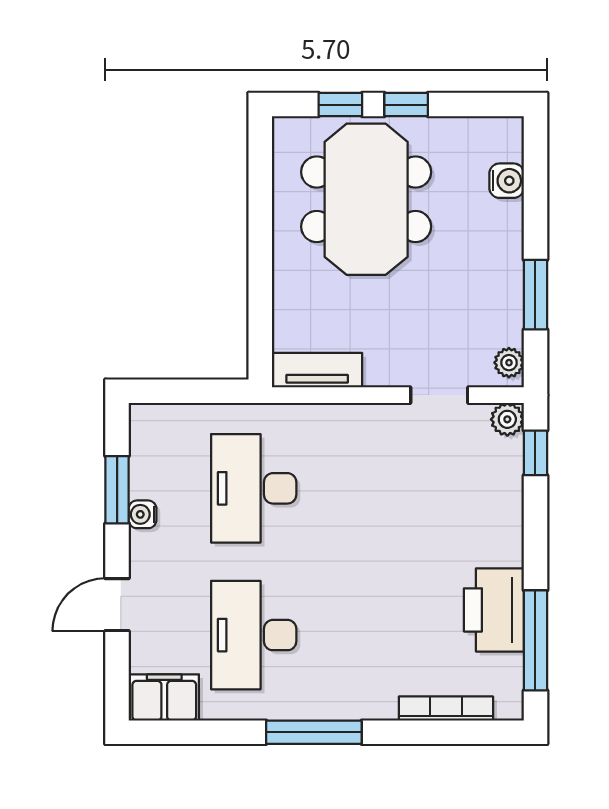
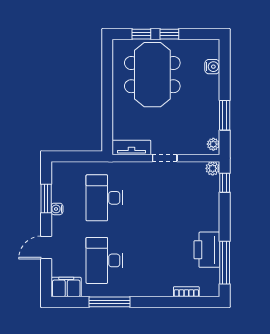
doorway: (439, 395) -> (165, 158), moved
bookcase: (446, 708) -> (186, 292), width x0.64
window: (314, 732) -> (109, 302), moved

